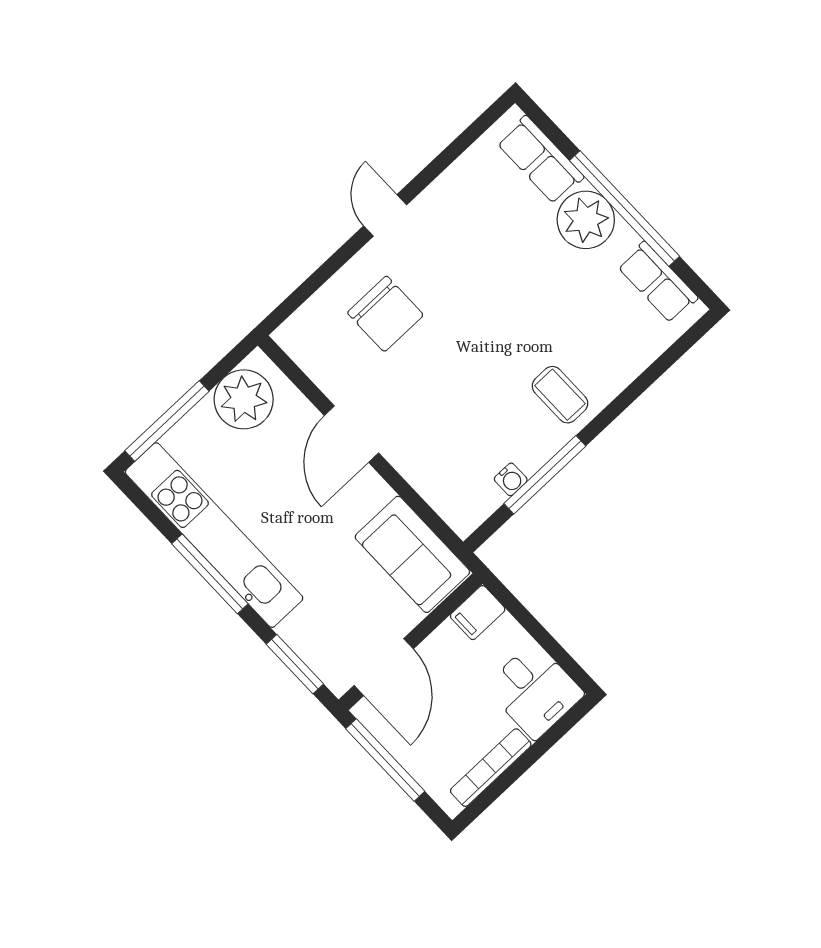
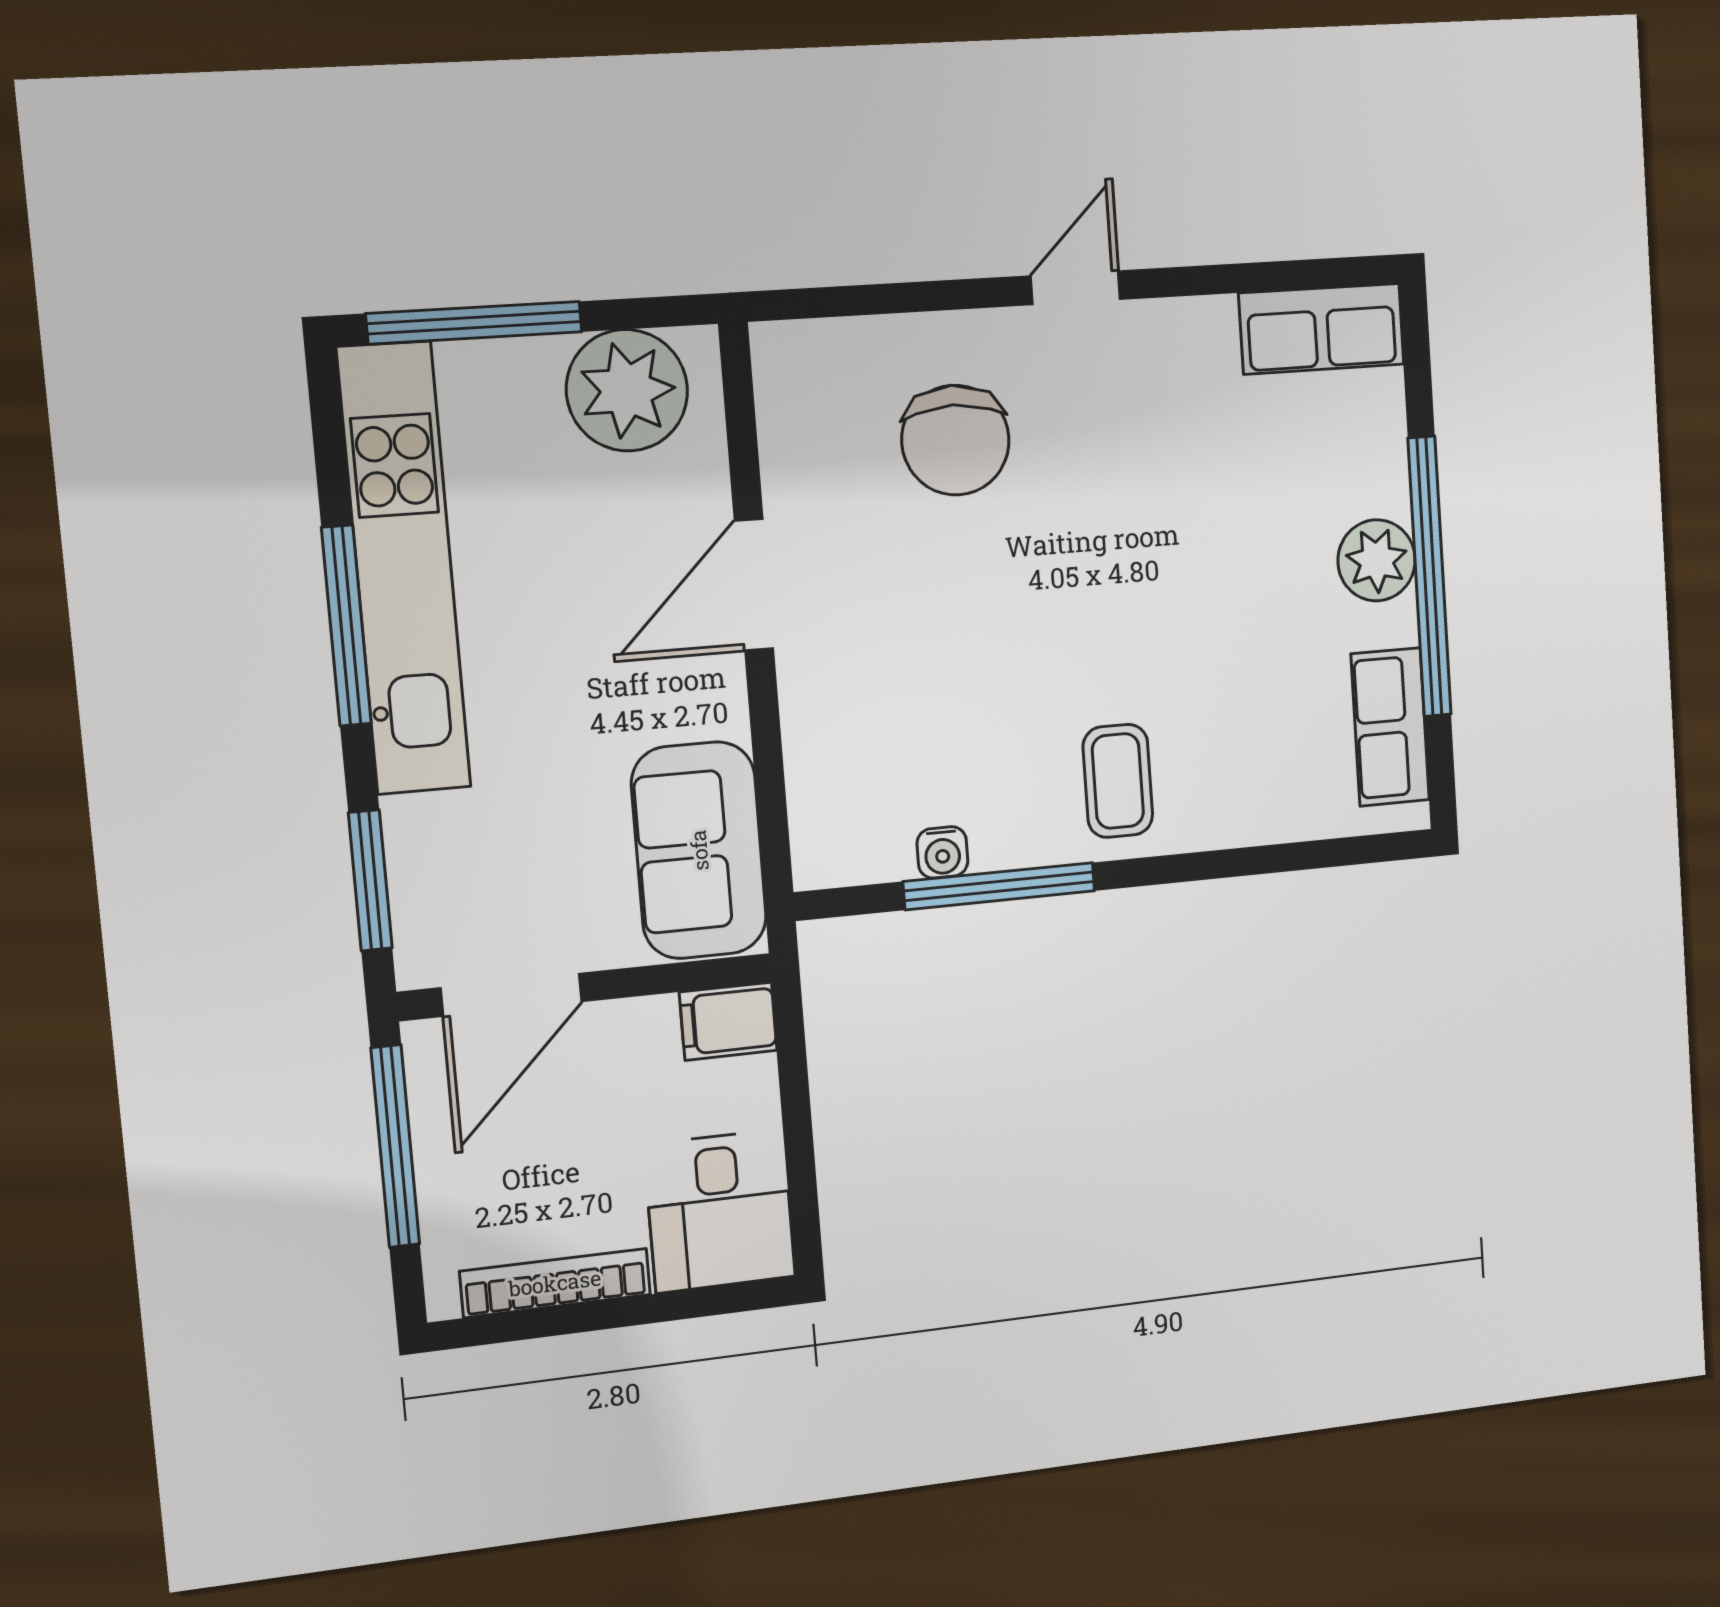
row of seats: (540, 160) -> (1322, 329), moved, turned -90
plant: (586, 220) -> (1377, 560), width x0.73, depth x0.73

